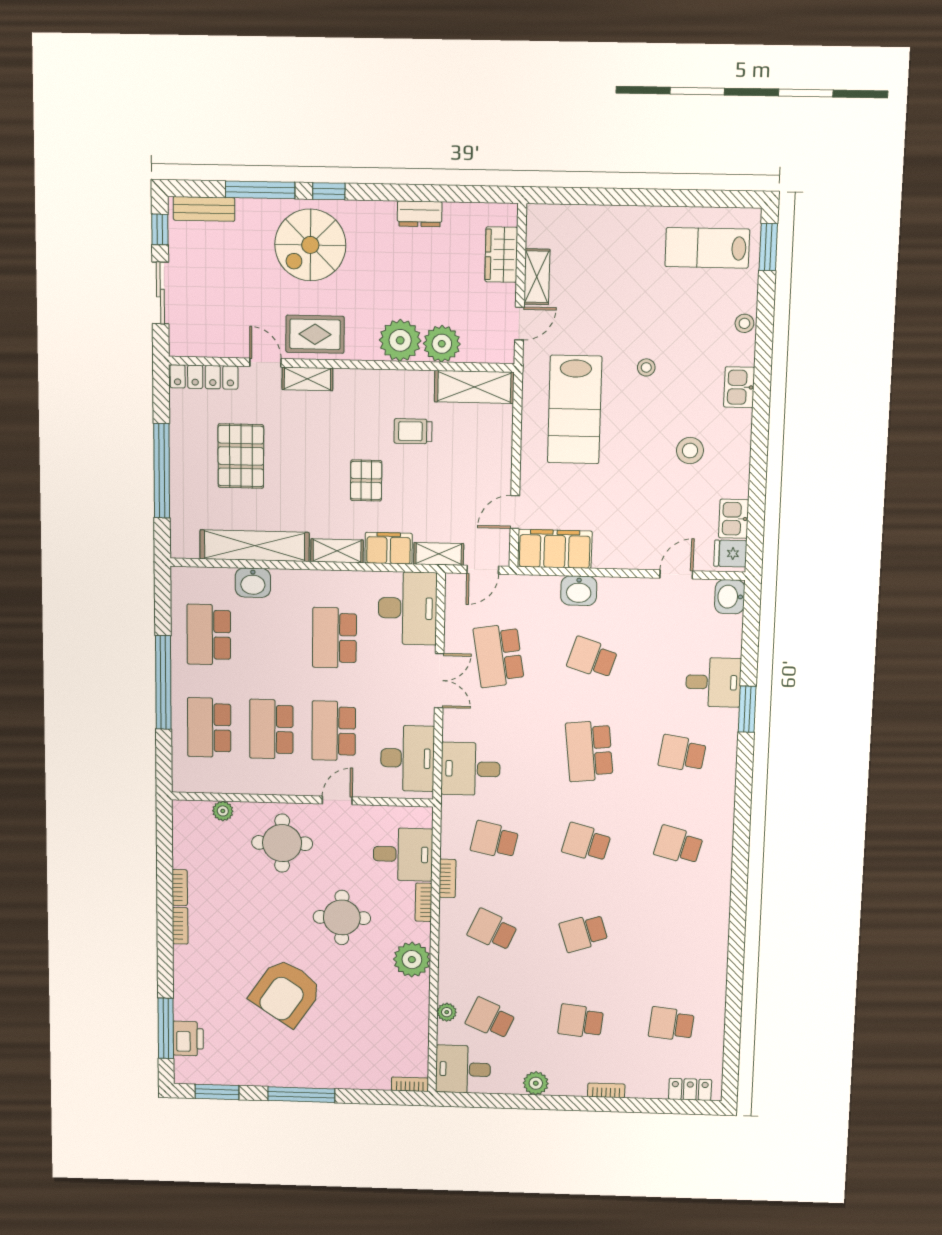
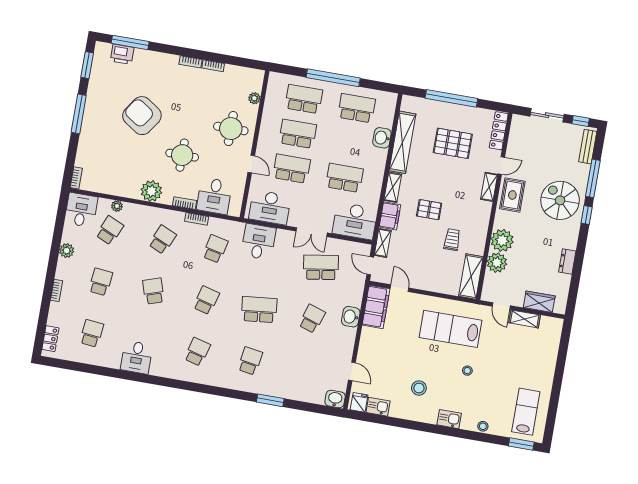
desk: (713, 682) -> (137, 357), moved

